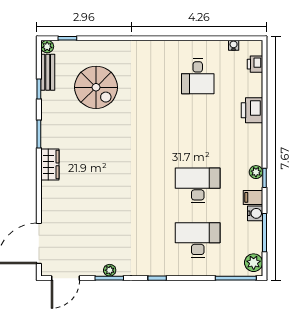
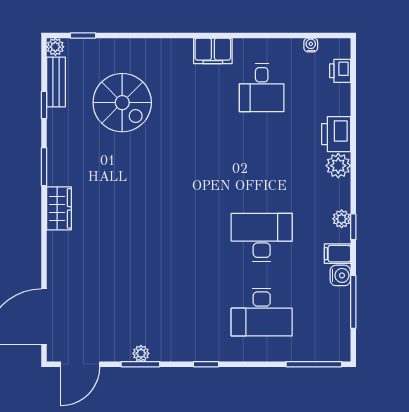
filing cabinet: (162, 50) -> (213, 51), added
desk: (198, 240) -> (262, 312), turned 180
plant: (254, 263) -> (338, 166), moved

